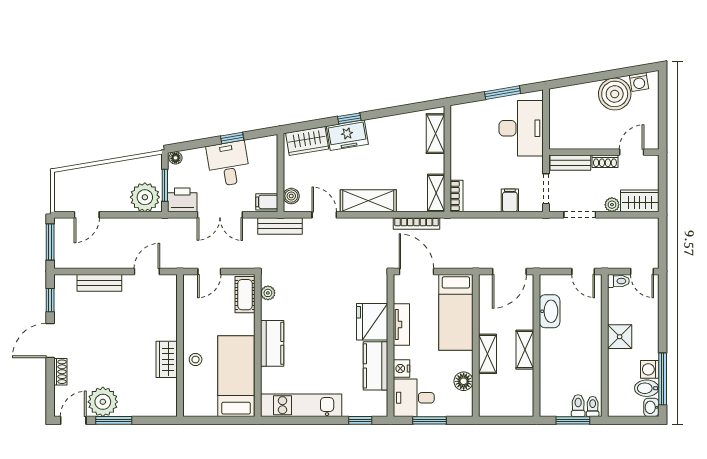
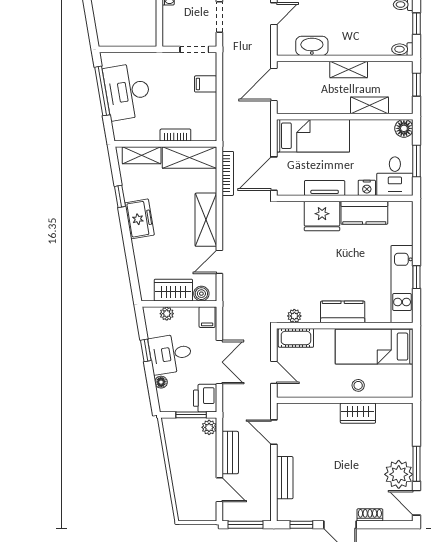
window: (503, 93) -> (102, 91), width x1.44
window: (349, 118) -> (120, 196), moved
desk: (521, 128) -> (127, 92), moved, turned -100
freezer: (347, 135) -> (140, 219), moved
wardrobe: (307, 141) -> (173, 290), moved, turned -80
floor lamp: (176, 158) -> (161, 382), moved
plant: (270, 160) -> (167, 314), added
bench: (570, 163) -> (169, 26), removed
shelving: (436, 193) -> (189, 157), width x1.50, depth x1.33
bookcase: (457, 196) -> (175, 135), moved
plant: (145, 197) -> (209, 427), width x0.53, depth x0.53
bench: (280, 226) -> (230, 453), moved
door: (509, 272) -> (274, 85), swing flipped
shelving: (488, 354) -> (369, 105), moved
floor lamp: (464, 381) -> (404, 128), moved
toilet: (578, 406) -> (402, 49), moved
window: (360, 420) -> (417, 277), moved
window: (509, 420) -> (417, 85), added
window: (573, 420) -> (417, 24), width x0.67

